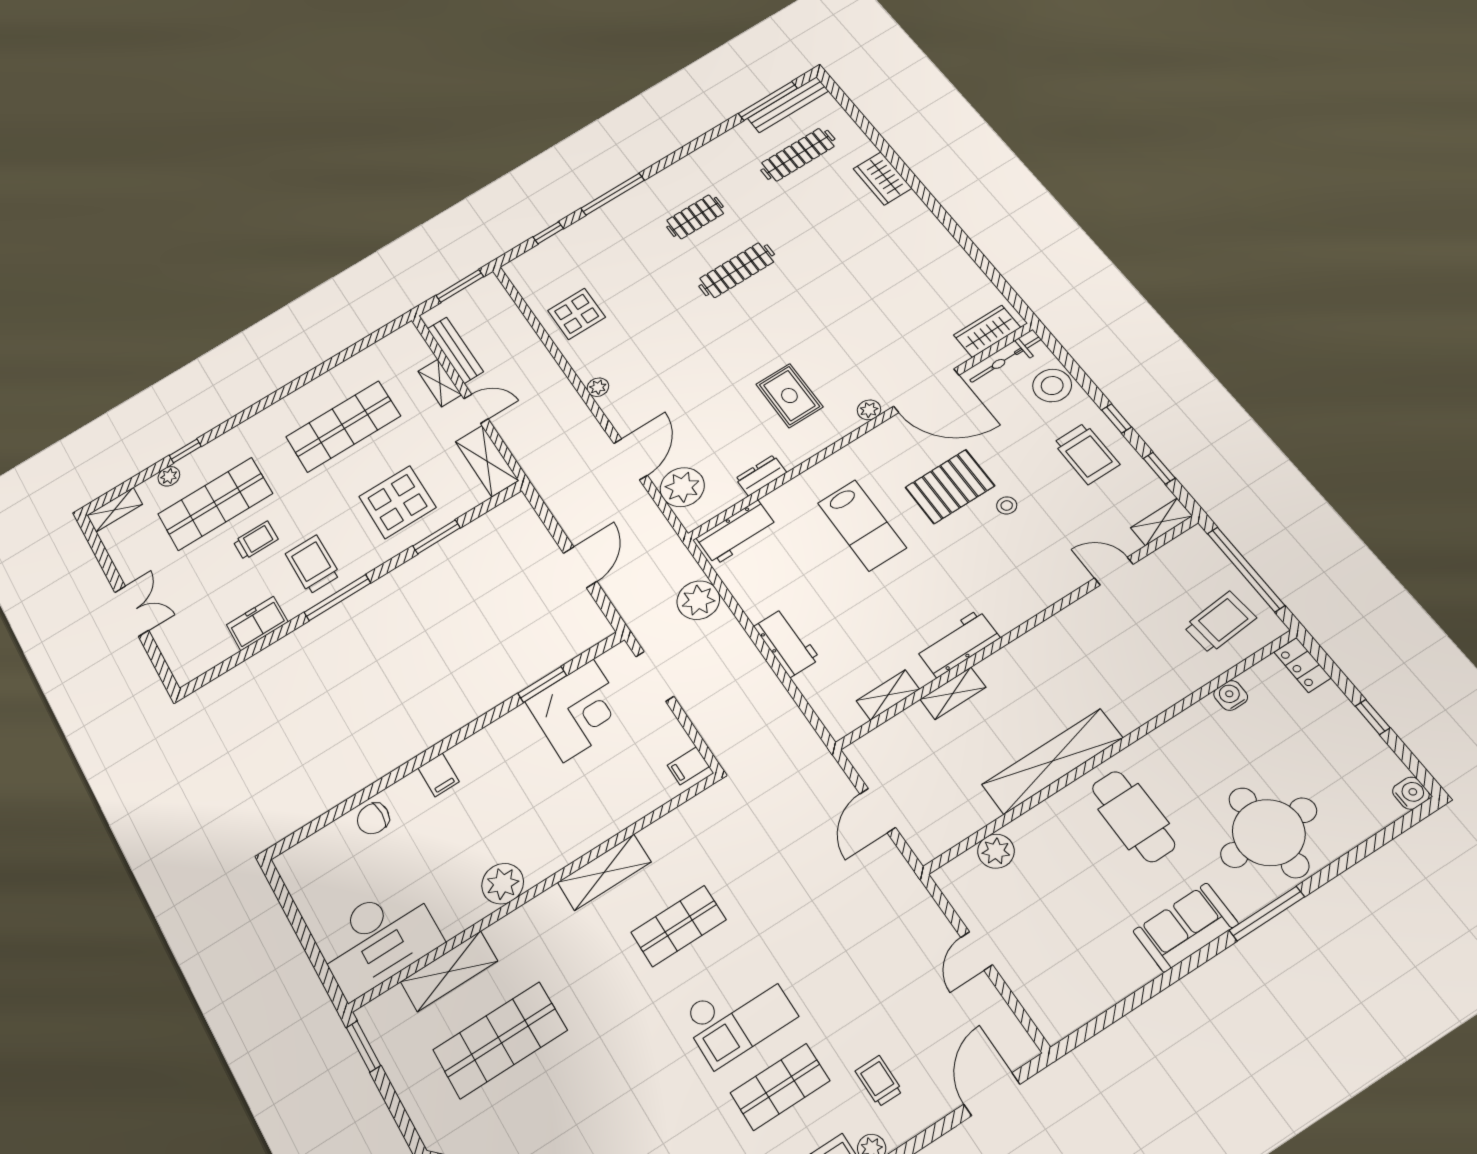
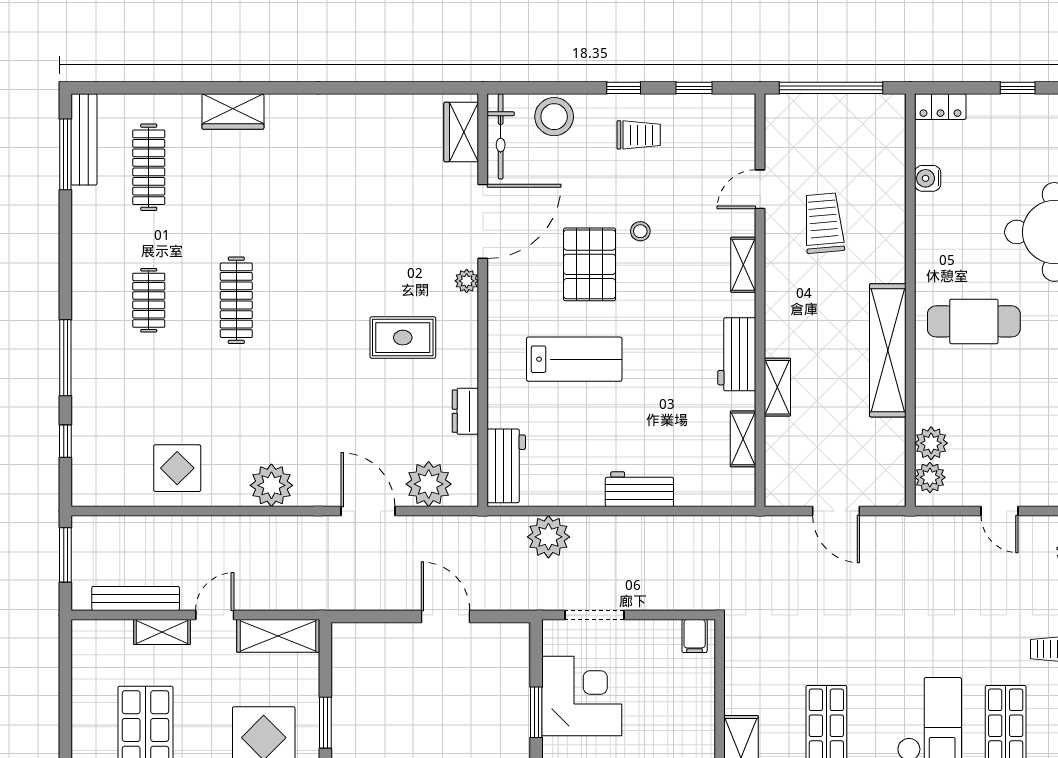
plant: (598, 387) -> (271, 485), width x1.88, depth x1.88
trolley: (1086, 454) -> (639, 135), width x0.73, depth x0.72
shelving: (1161, 522) -> (743, 265), moved
trolley: (1220, 622) -> (823, 223), moved
plant: (964, 870) -> (930, 477), added

